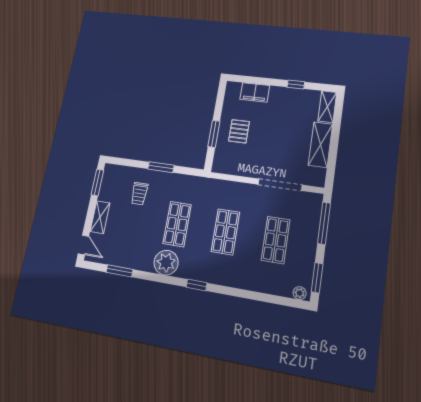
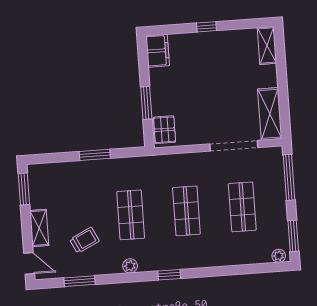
window: (296, 84) -> (206, 27), moved
filing cabinet: (255, 92) -> (158, 51), moved, turned -90
pallet: (239, 131) -> (165, 130), moved
shelving: (320, 145) -> (270, 114), moved
trolley: (139, 194) -> (84, 240), moved, turned -116
plant: (166, 263) -> (130, 266), width x0.53, depth x0.53

